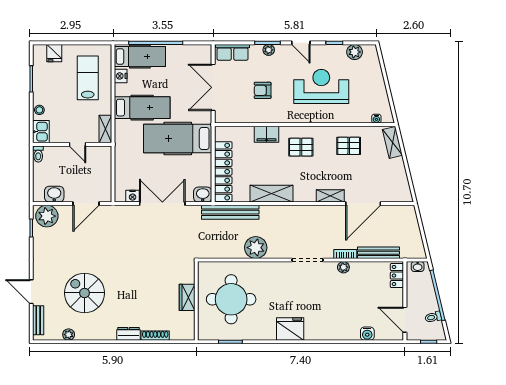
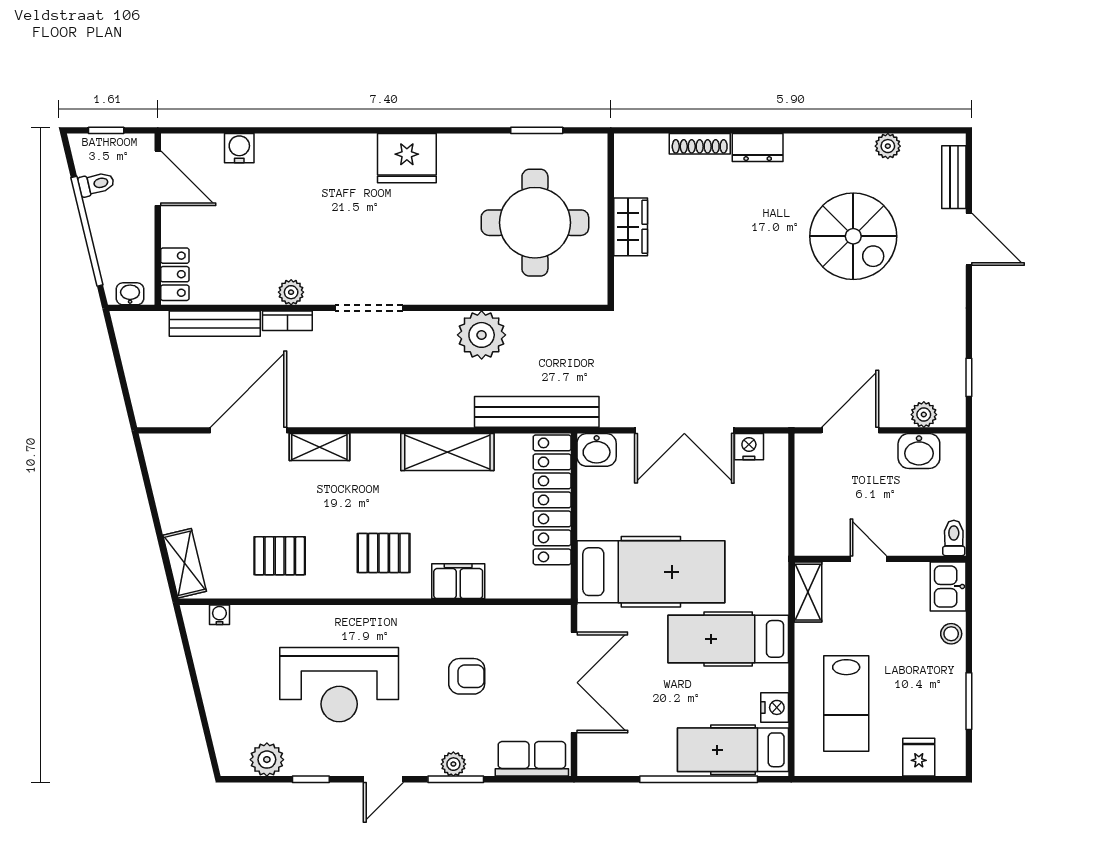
door: (301, 43) -> (383, 779), swing flipped
plant: (47, 216) -> (924, 415), width x0.53, depth x0.53

